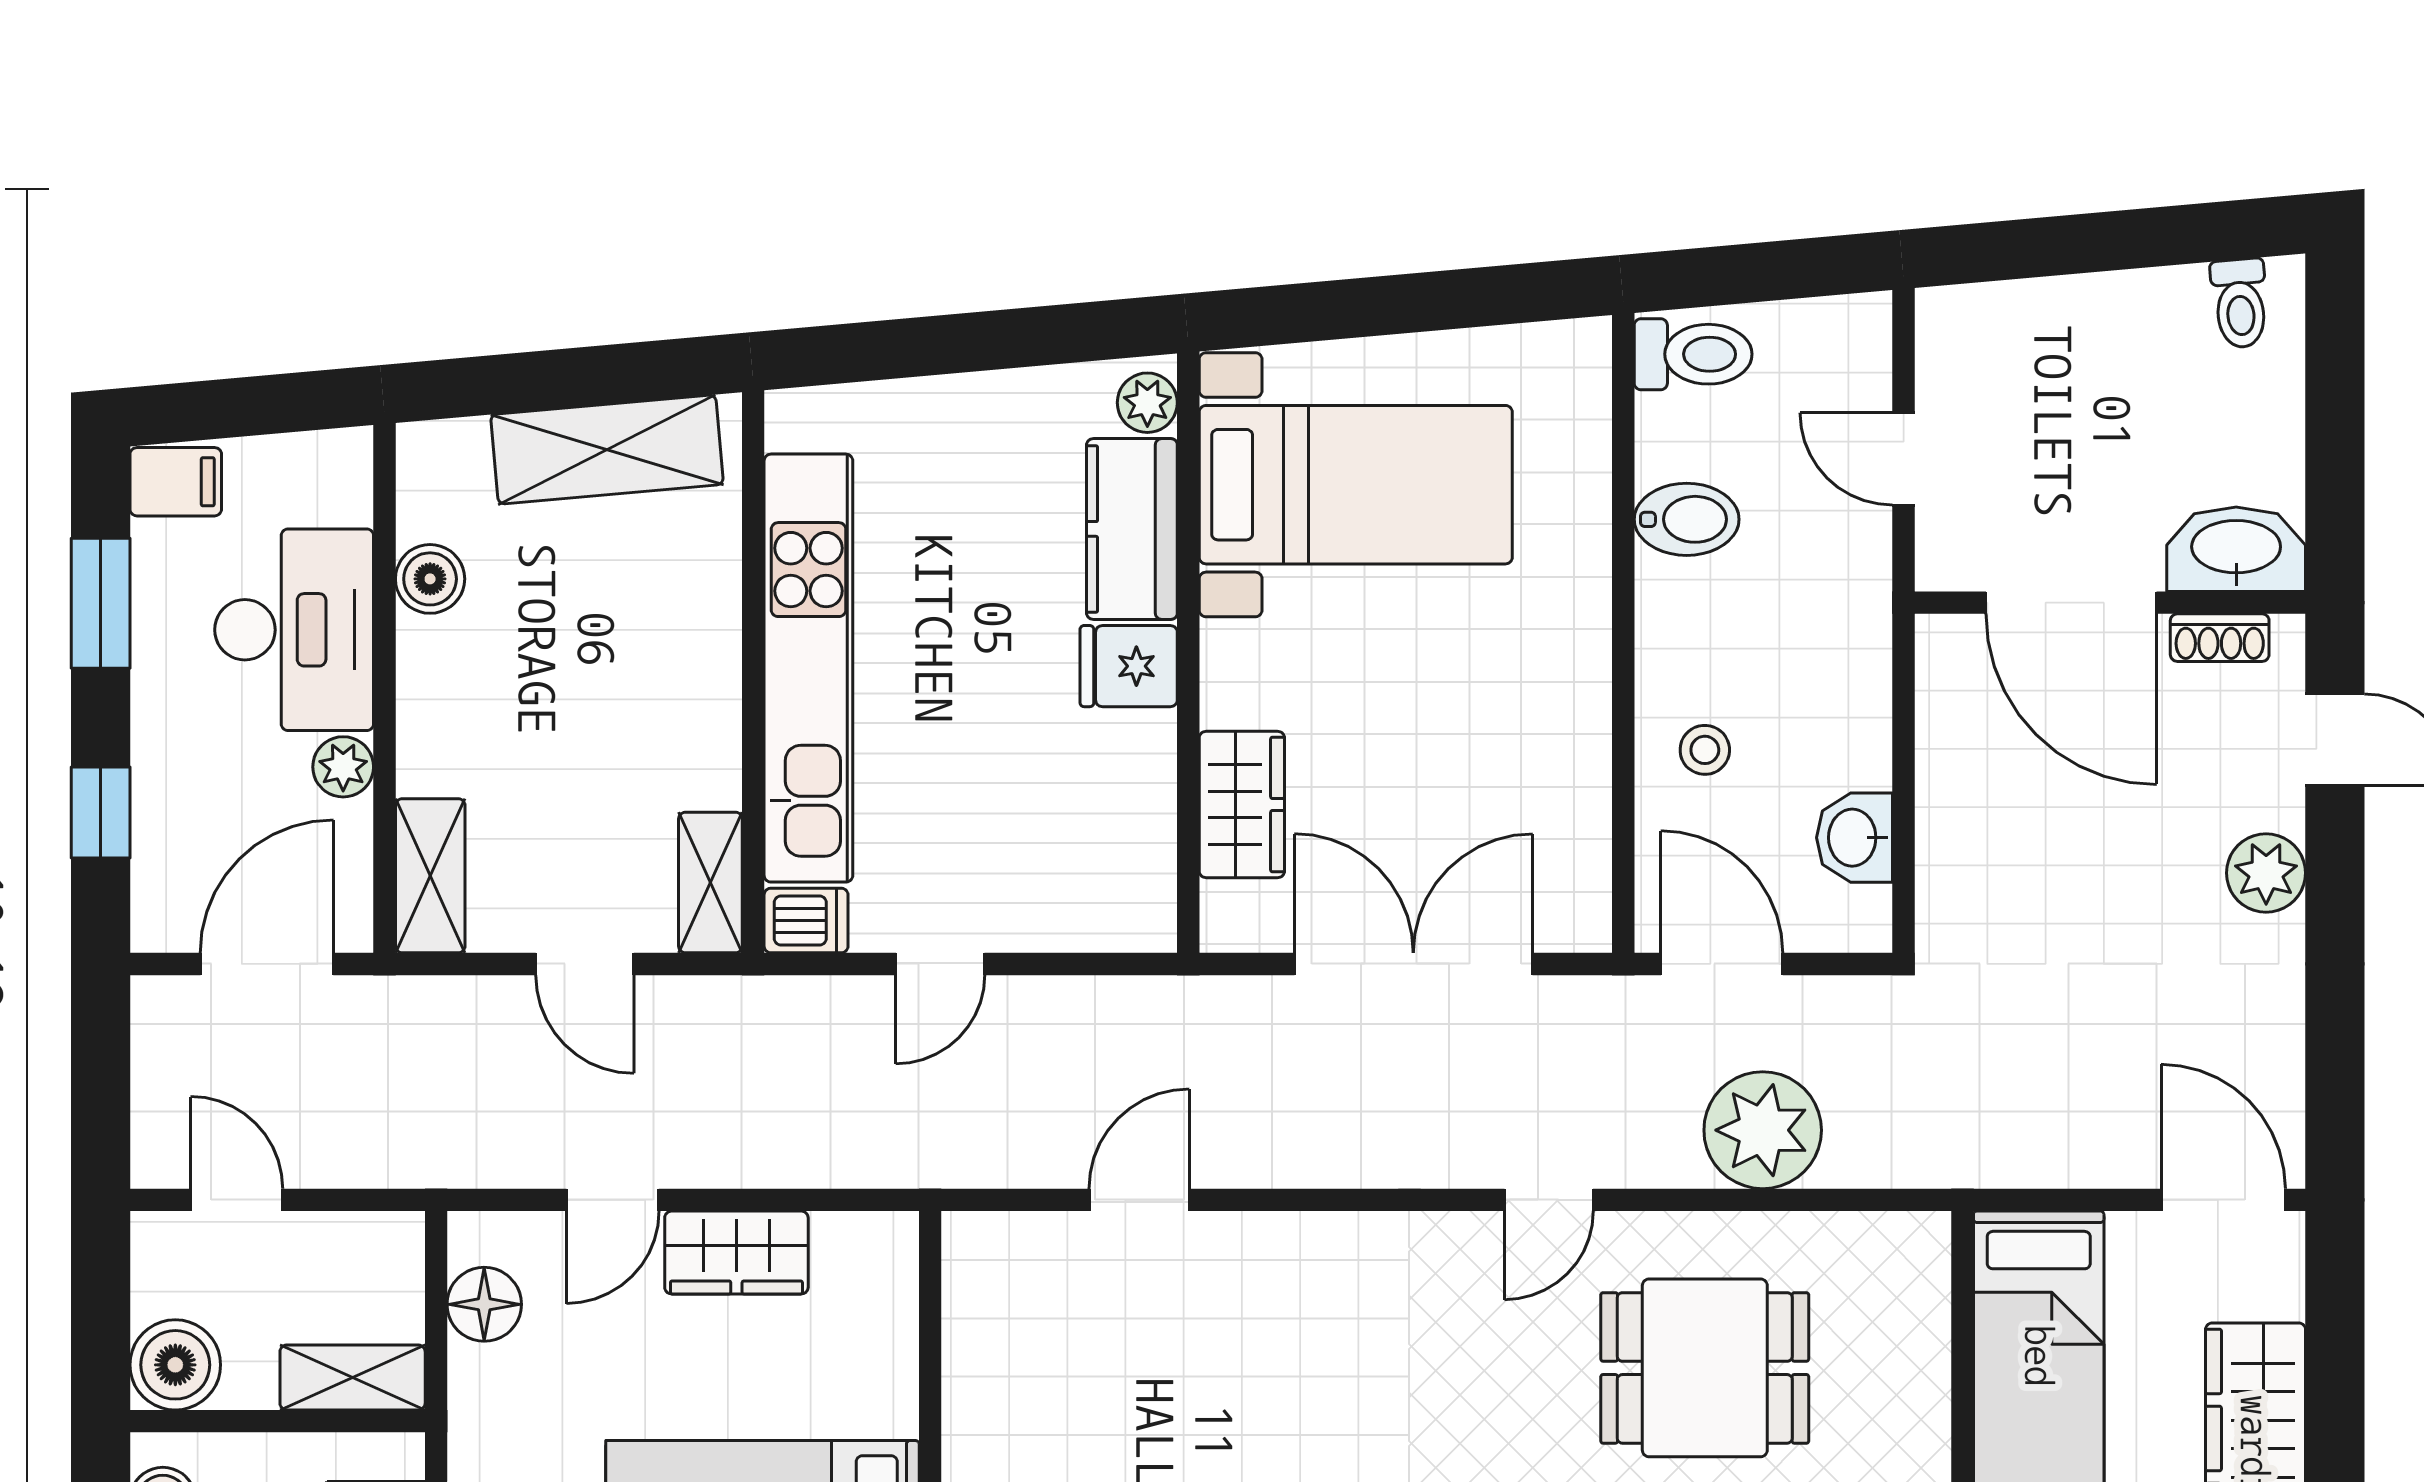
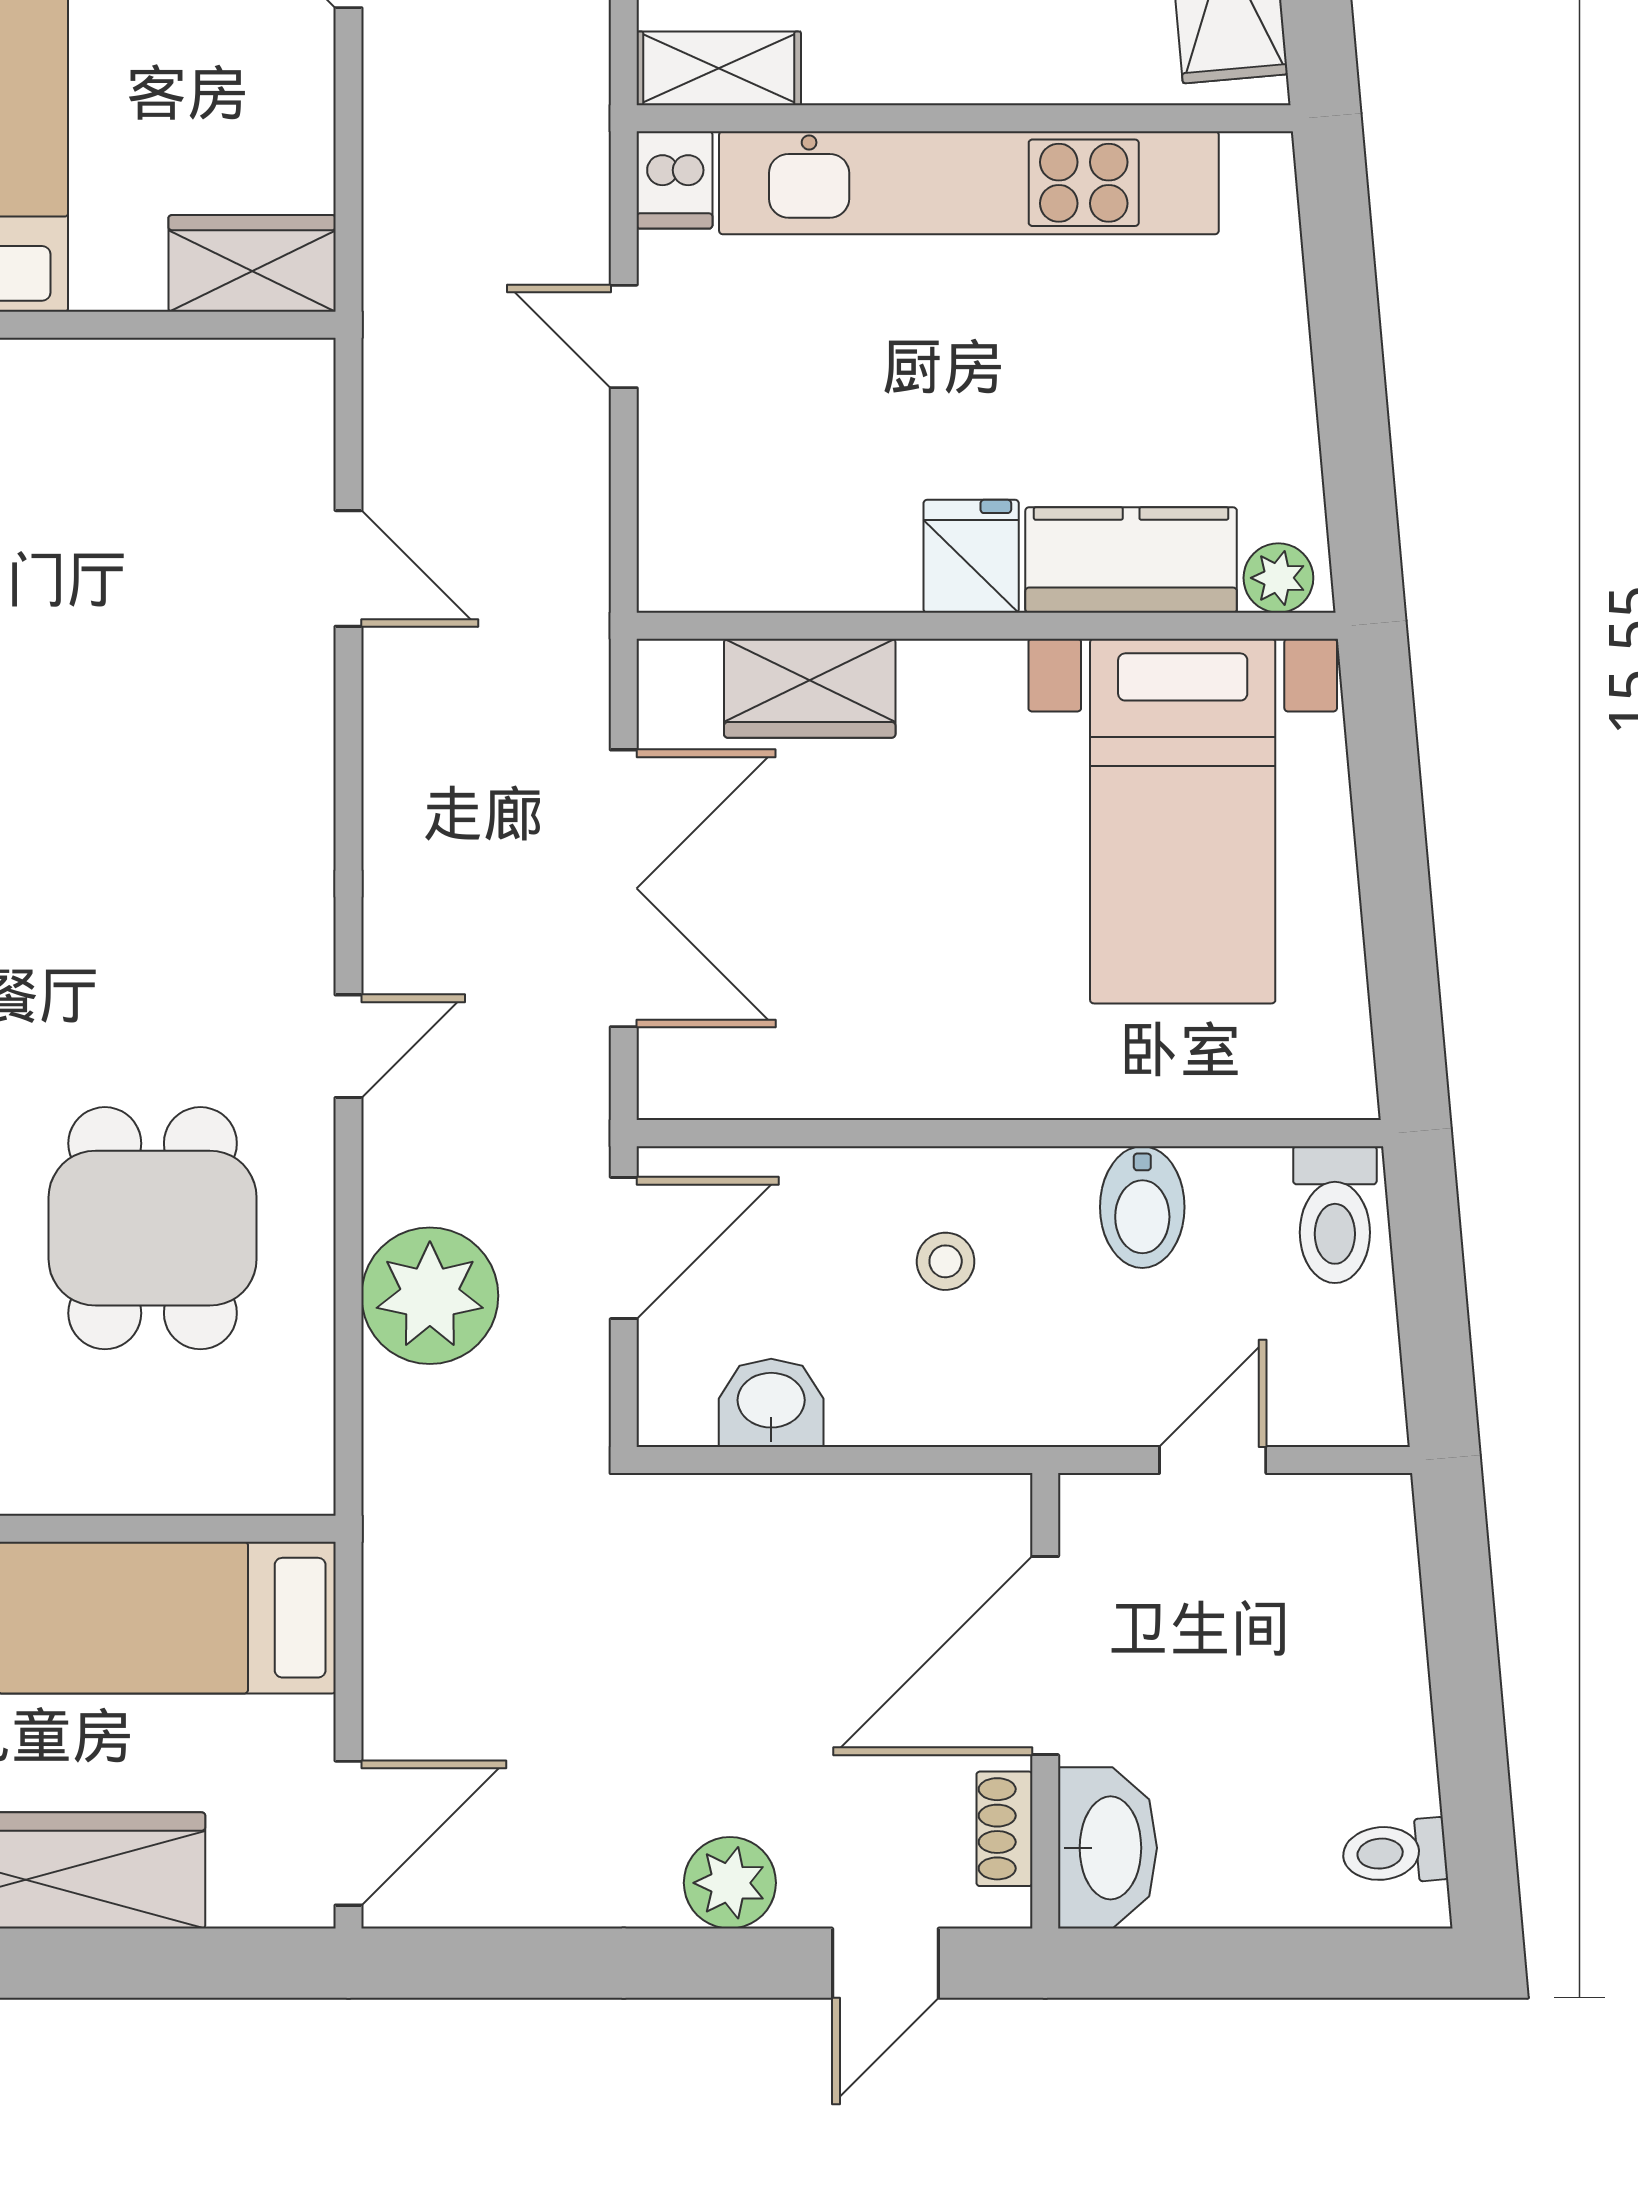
stool: (1705, 750) -> (946, 1261), moved
door: (1549, 1200) -> (349, 1046), swing flipped
wardrobe: (736, 1253) -> (252, 263), moved, turned 90

